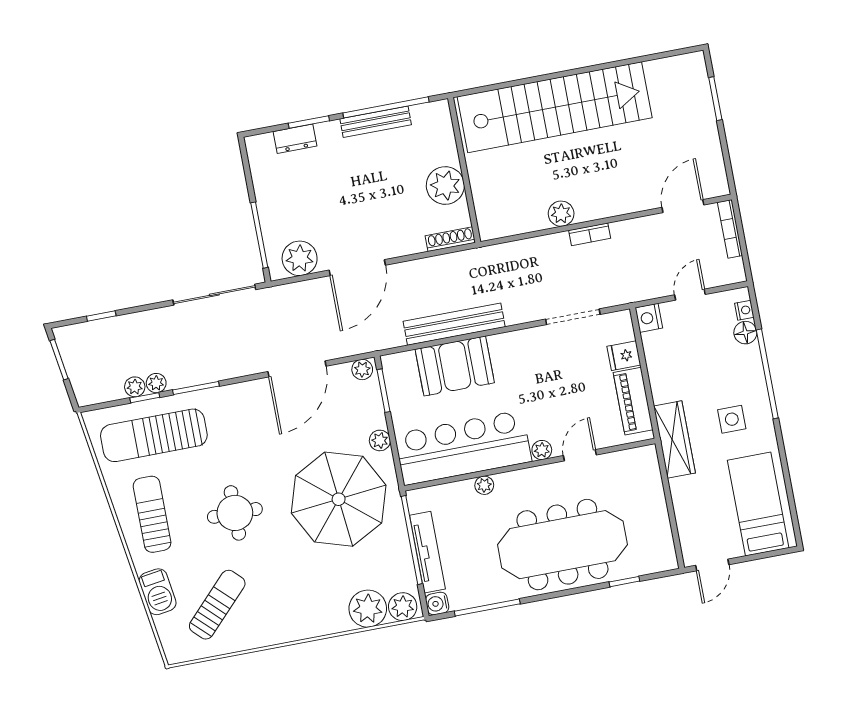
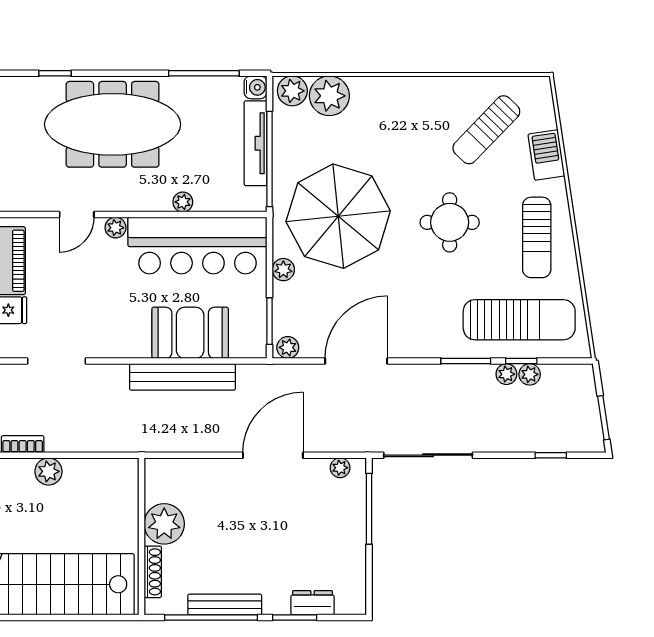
shoe rack: (450, 239) -> (153, 572), moved, turned -90
plant: (300, 258) -> (340, 468), width x0.53, depth x0.53

